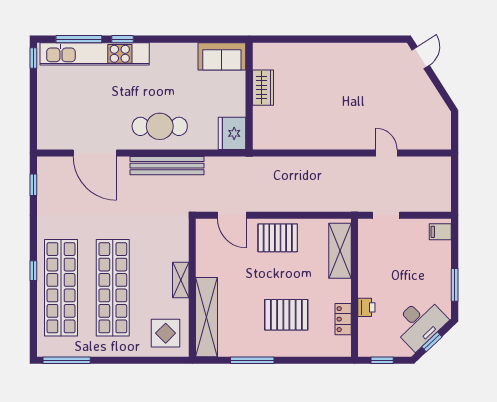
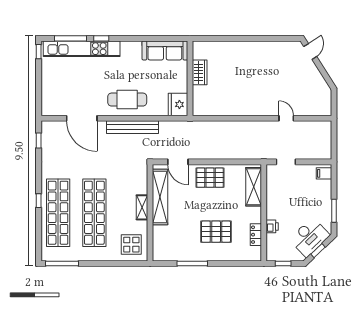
sofa: (222, 56) -> (165, 50), width x1.36
shelving: (207, 317) -> (160, 197), moved

